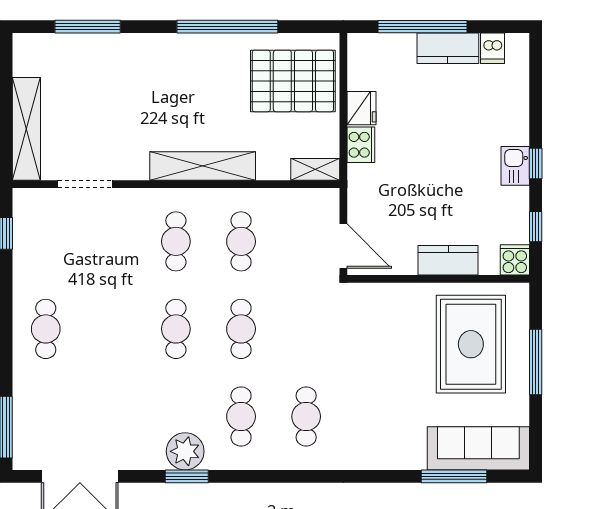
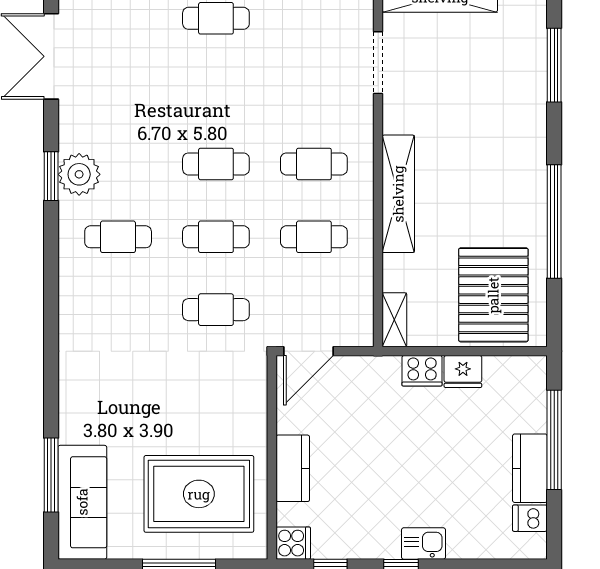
kitchen sink: (515, 166) -> (423, 543), moved
cafe table: (306, 416) -> (216, 310), moved

